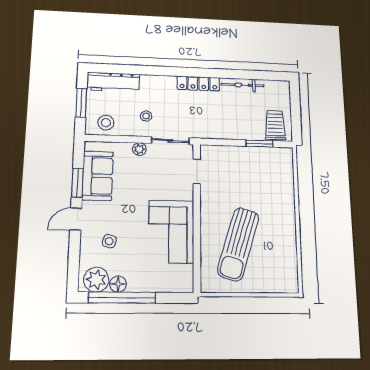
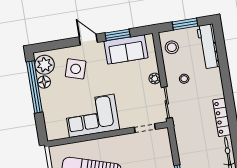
side table: (109, 241) -> (76, 69), width x1.87, depth x1.87

